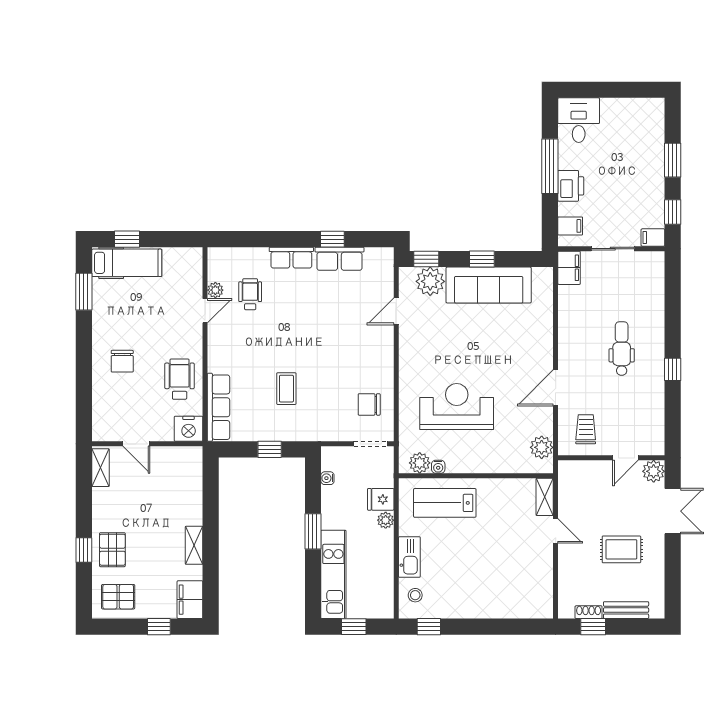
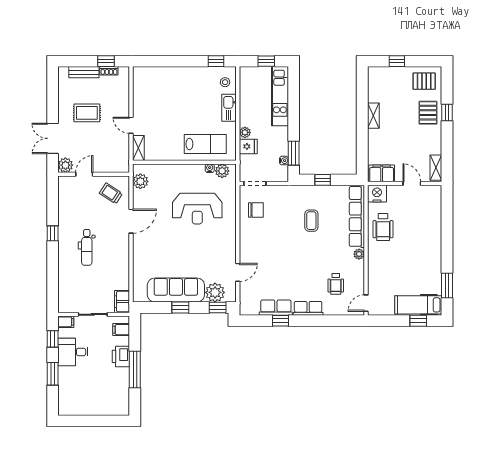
desk: (579, 120) -> (73, 352), moved, turned 90
plant: (215, 290) -> (359, 254), moved
door: (205, 311) -> (366, 303), moved
chair: (122, 361) -> (421, 239), removed
row of seats: (218, 407) -> (357, 216), width x1.36
trolley: (586, 429) -> (111, 193), turned 123
window: (313, 531) -> (294, 153), moved
filing cabinet: (190, 600) -> (382, 173), moved, turned -90

